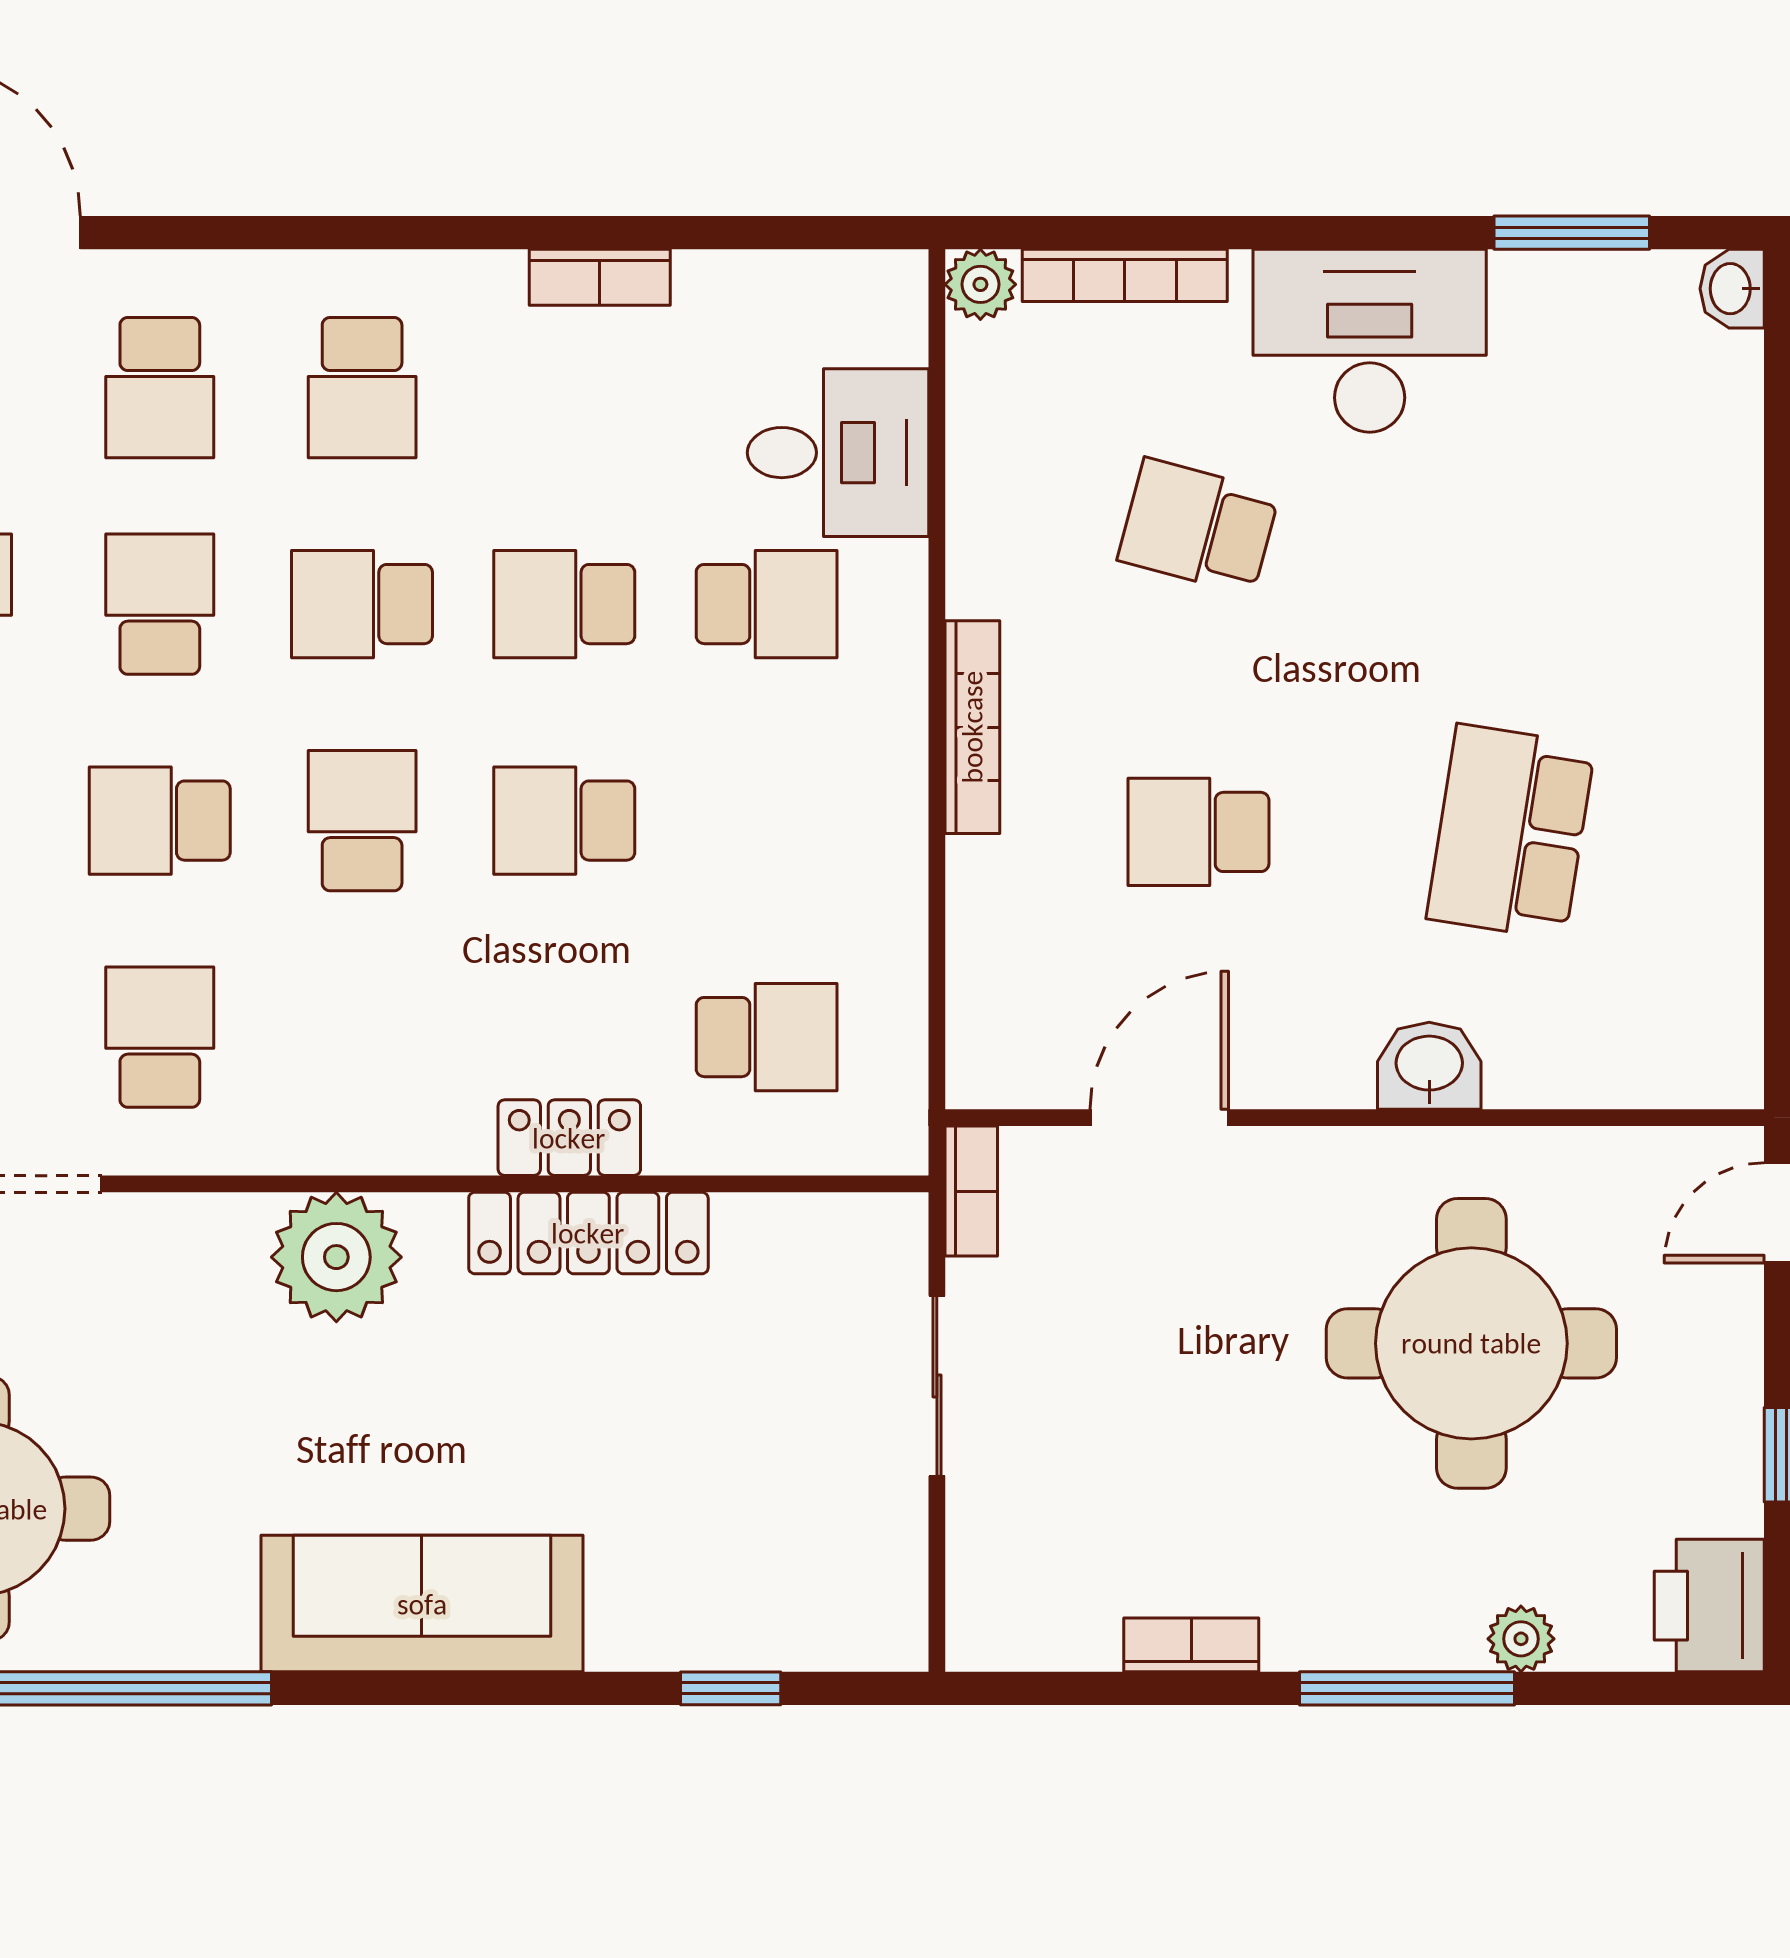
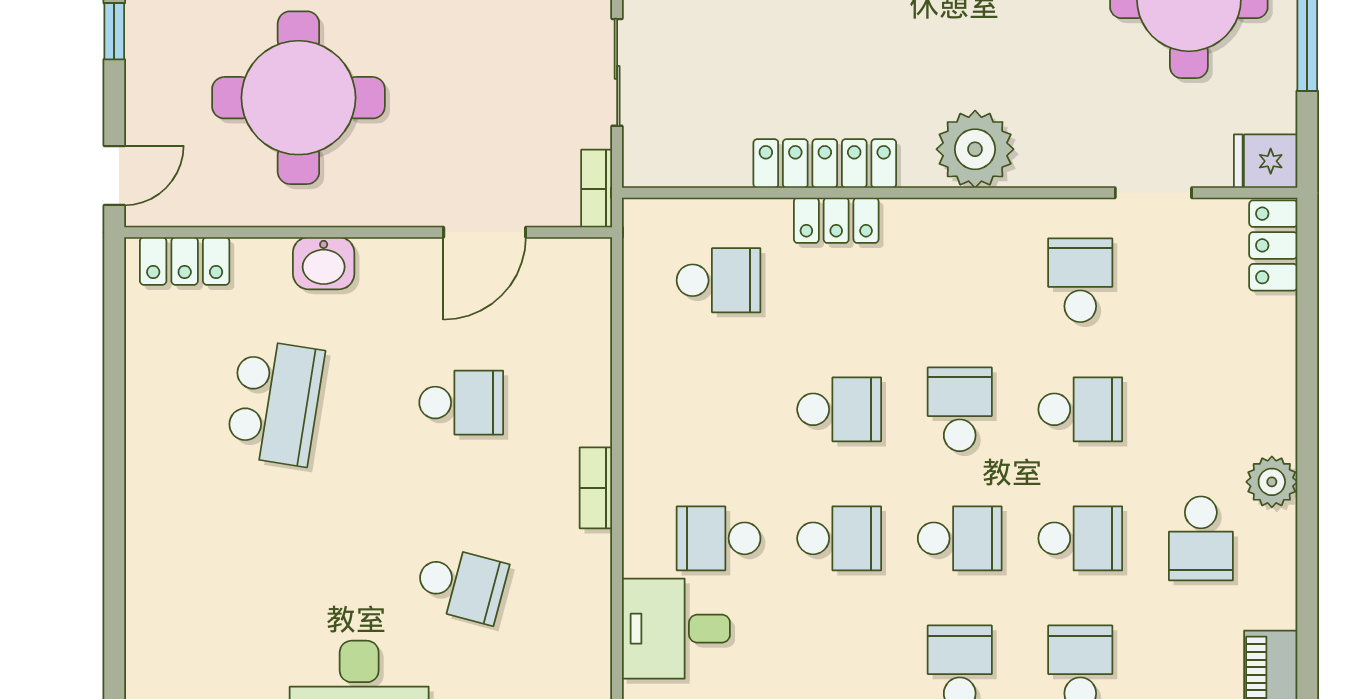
school desk: (160, 604) -> (1080, 538), turned -90
bookcase: (972, 727) -> (596, 488), width x0.64
school desk: (362, 821) -> (960, 409), turned 180
school desk: (160, 1037) -> (1080, 280), turned 180
school desk: (767, 1037) -> (719, 280), turned 180
locker: (1662, 1069) -> (185, 261), added

